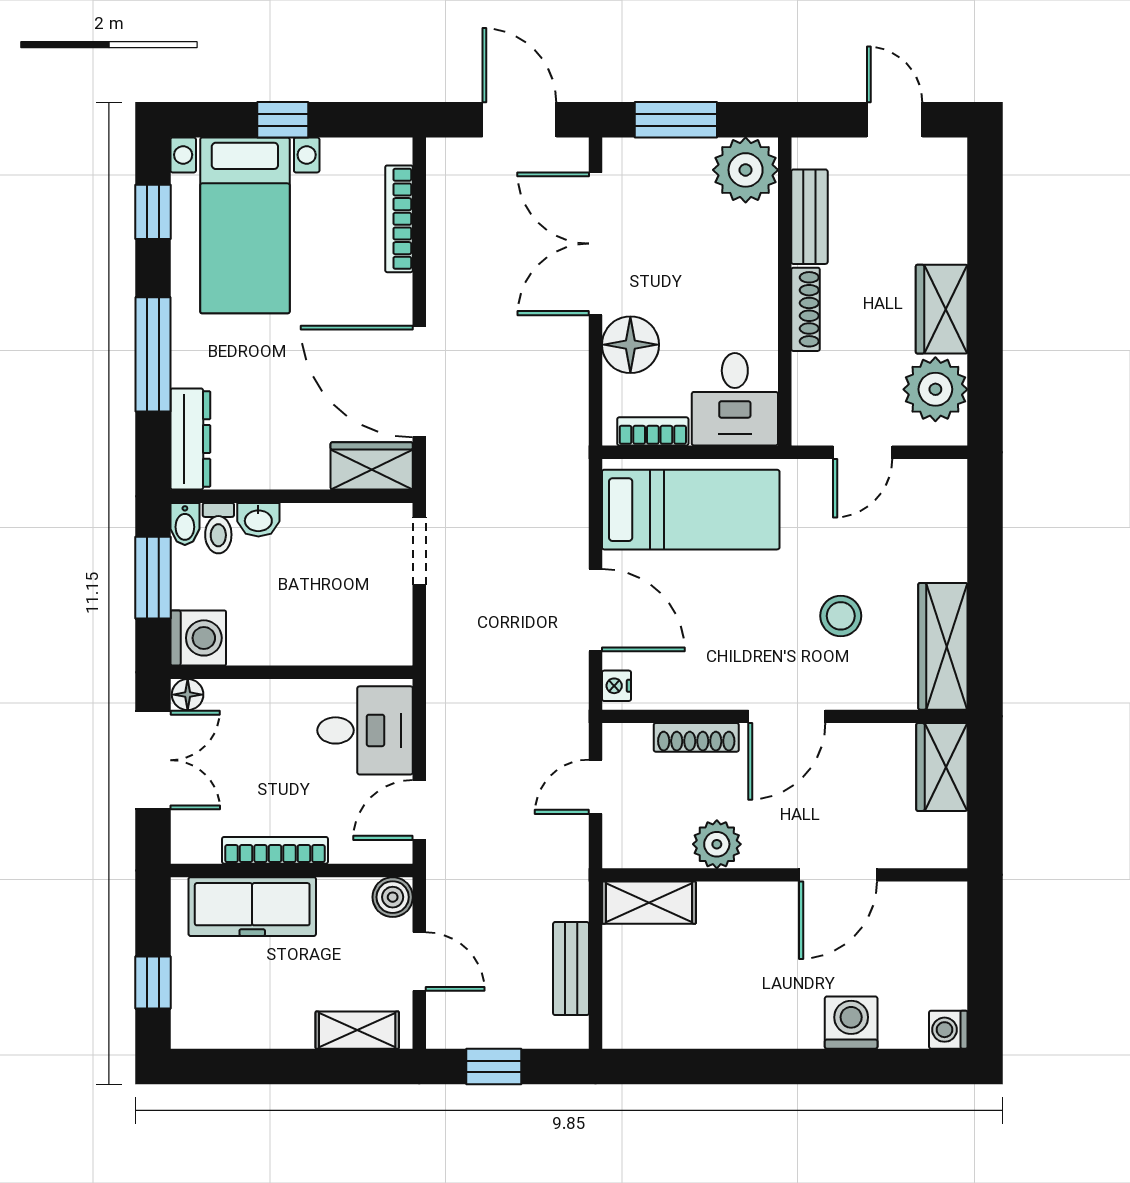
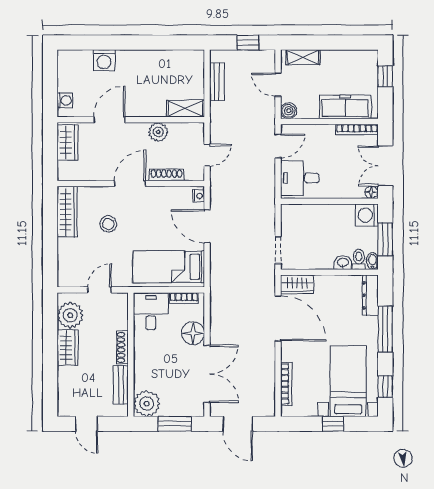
wardrobe: (942, 767) -> (68, 142), moved
bookcase: (275, 850) -> (357, 130), moved
washing machine: (948, 1030) -> (65, 100), moved

